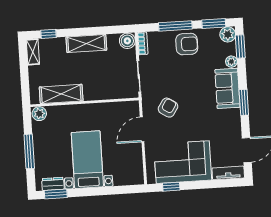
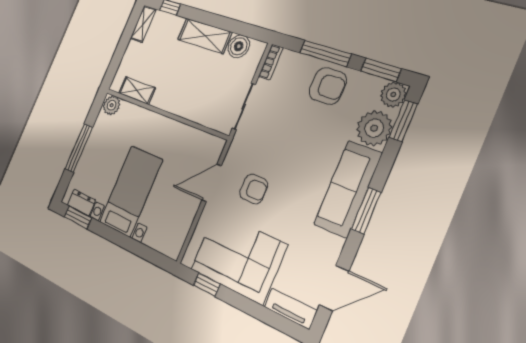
boiler: (127, 41) -> (239, 46), moved
plant: (231, 62) -> (374, 128), width x1.88, depth x1.88
sofa: (227, 88) -> (348, 189), width x1.36
shelving: (61, 94) -> (137, 91), width x0.67, depth x0.75
armchair: (168, 108) -> (254, 189), moved, turned 57

